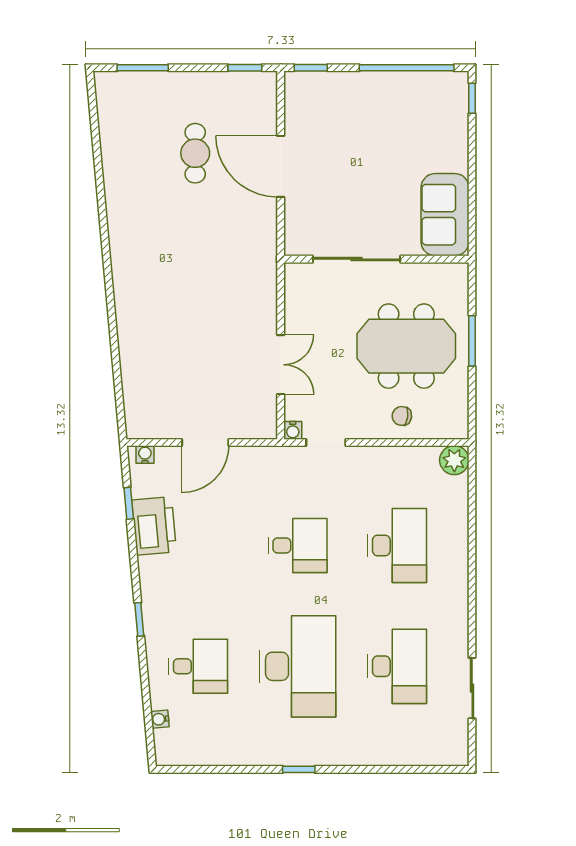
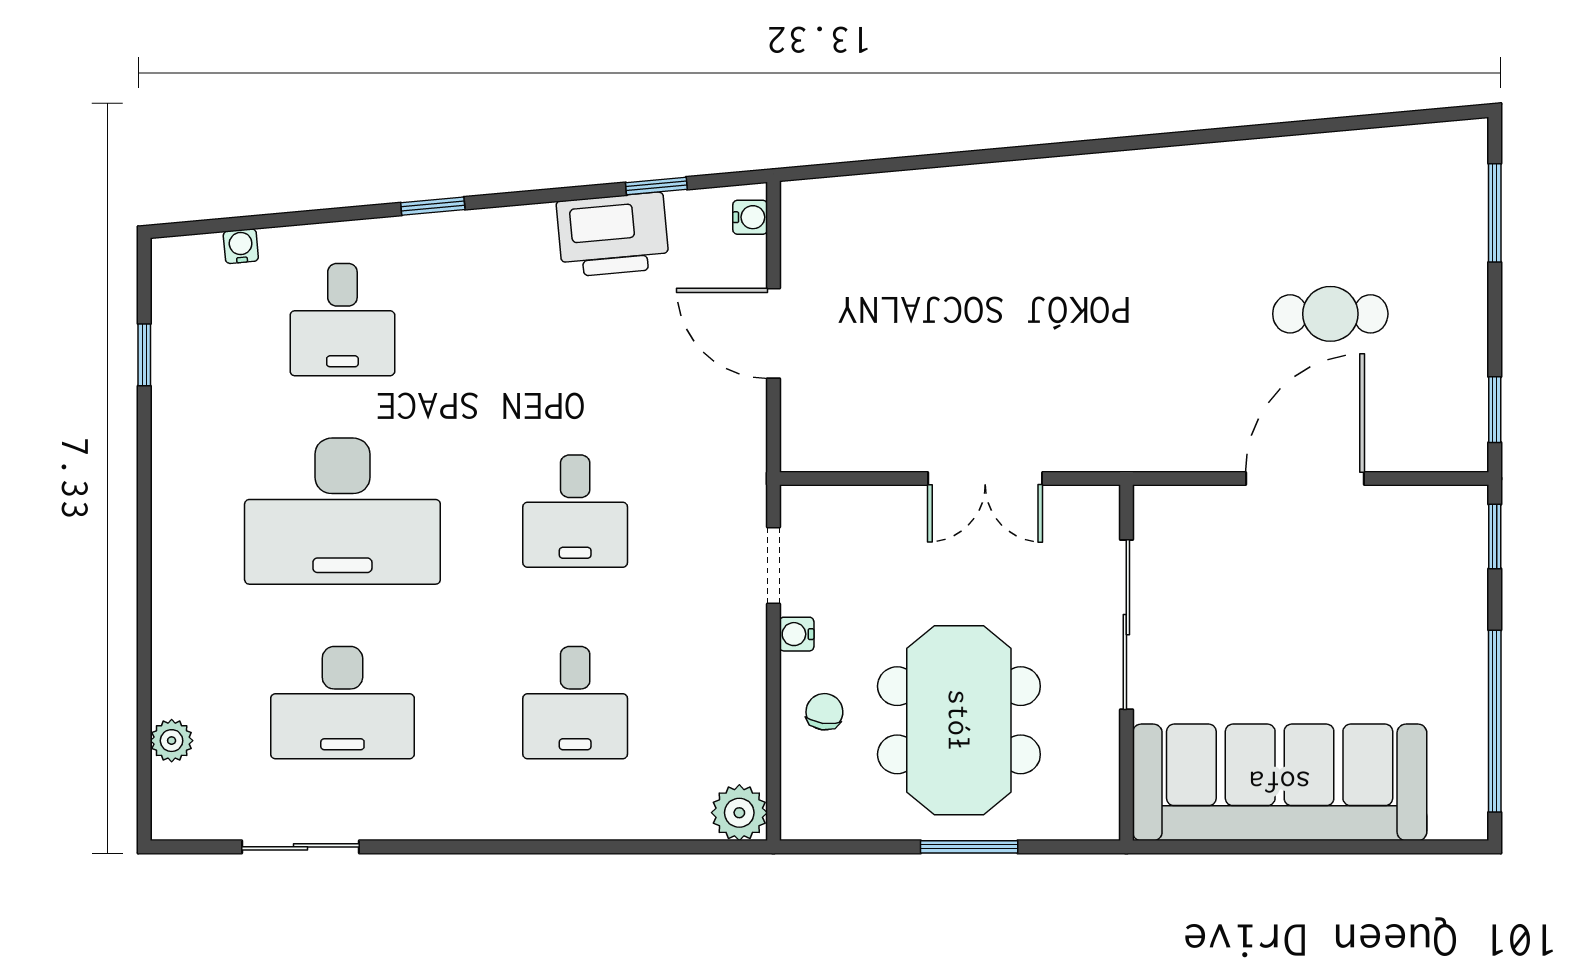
window: (472, 98) -> (1436, 847), removed
sofa: (445, 215) -> (1280, 782), width x1.85, depth x1.27
double door: (281, 365) -> (985, 479), moved
water cooler: (293, 430) -> (797, 634), moved
desk: (397, 545) -> (575, 703), width x0.73
plant: (417, 755) -> (172, 741), added
window: (299, 769) -> (144, 355), moved

